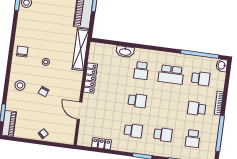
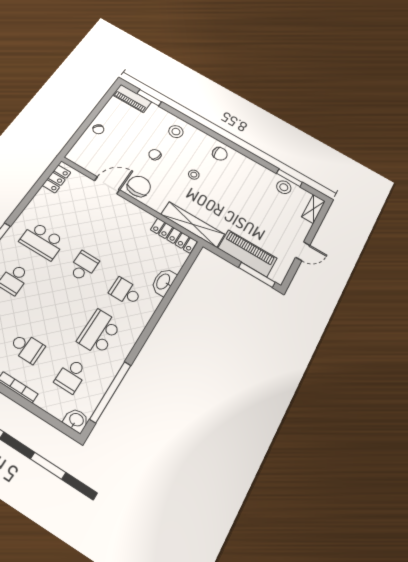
locker: (91, 78) -> (174, 236), moved
chair: (71, 92) -> (139, 186), added
school desk: (137, 101) -> (84, 266), turned 180
school desk: (197, 109) -> (27, 348), turned 90
school desk: (133, 131) -> (42, 241), width x1.85
locker: (101, 144) -> (57, 179), moved

